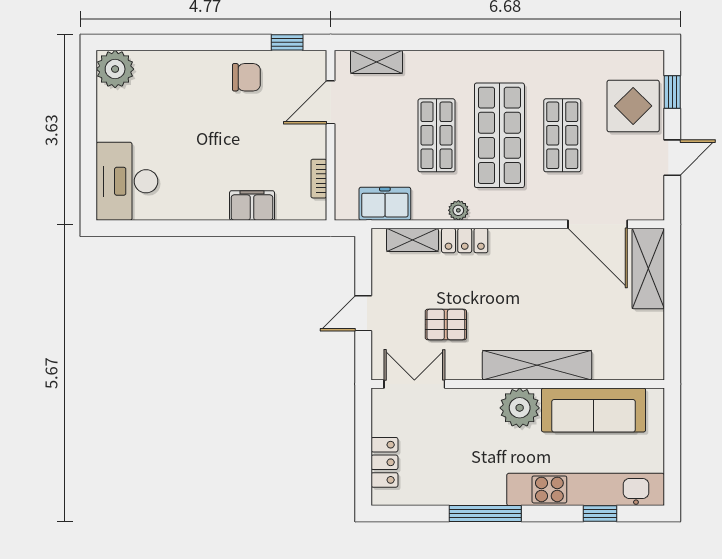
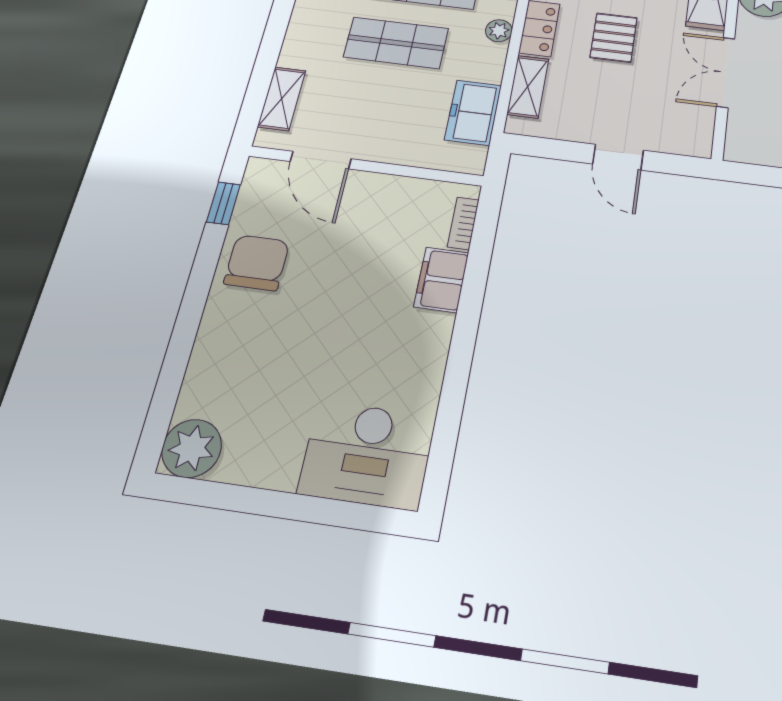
chair: (246, 77) -> (257, 263), width x1.37, depth x1.37
bookcase: (319, 179) -> (463, 223), moved, turned 90
pallet: (446, 324) -> (614, 38), moved
double door: (414, 384) -> (726, 72), moved

